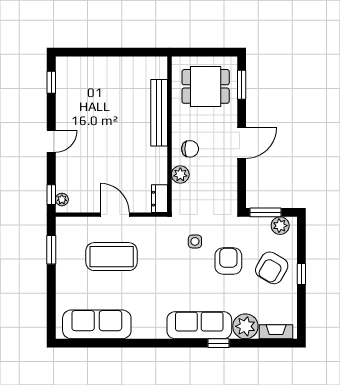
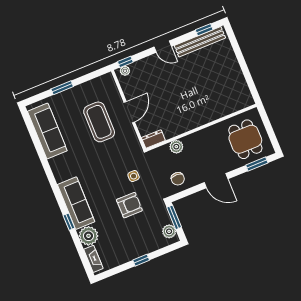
bench: (159, 113) -> (200, 42), moved
chair: (190, 149) -> (178, 179), moved
window: (51, 250) -> (62, 88), moved
armchair: (272, 268) -> (137, 238), removed

